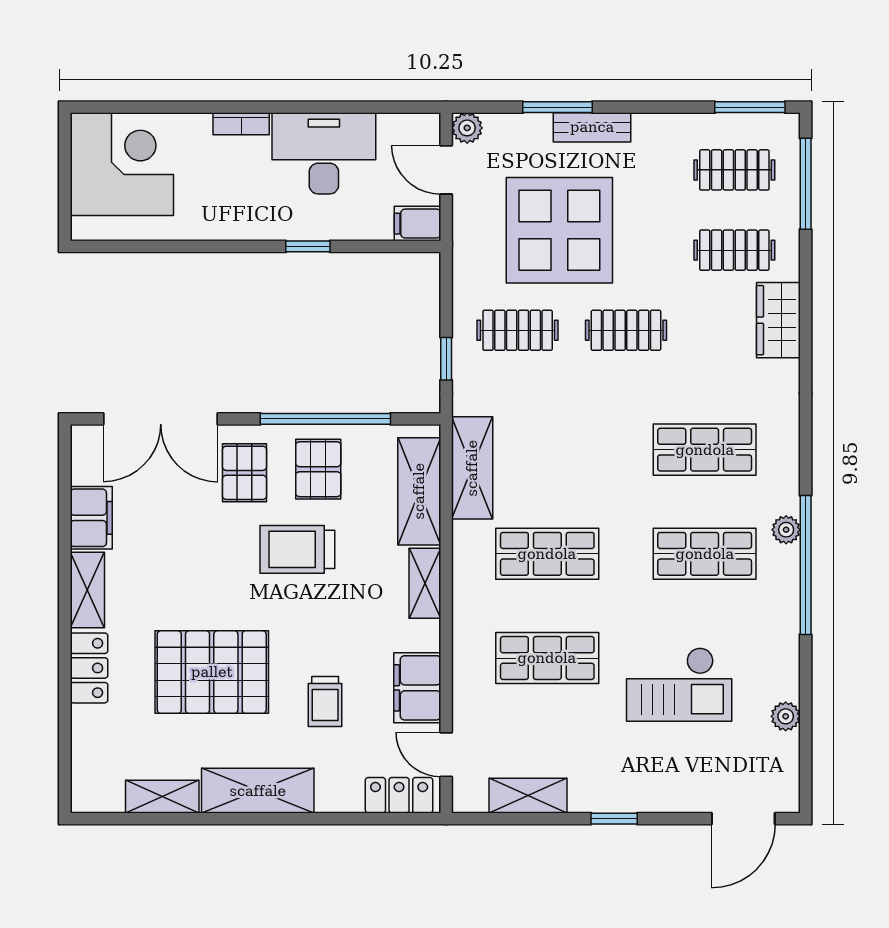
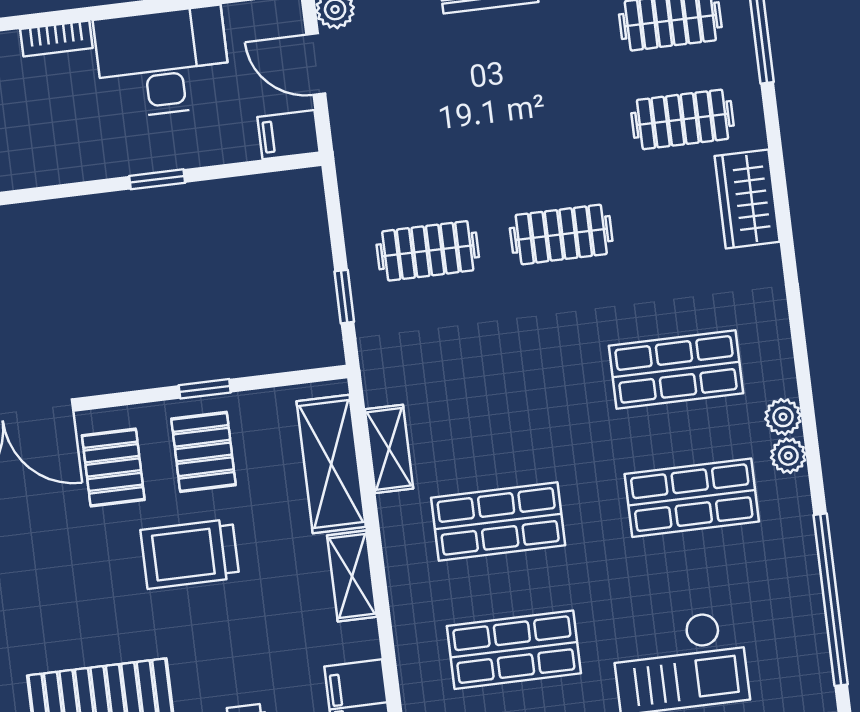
display table: (559, 230) -> (464, 121), removed
window: (325, 419) -> (205, 389), width x0.32
shelving: (472, 468) -> (389, 449), width x0.67, depth x0.75
window: (806, 565) -> (831, 600), moved
plant: (786, 716) -> (783, 417), moved

